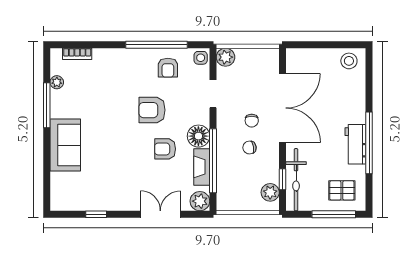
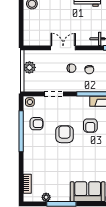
plant: (225, 57) -> (29, 67), moved
double door: (283, 108) -> (63, 48), width x0.54
armchair: (152, 110) -> (65, 134), turned 180
floor lamp: (198, 136) -> (82, 103), removed

